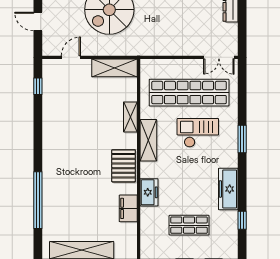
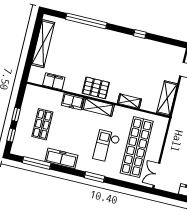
window: (38, 86) -> (140, 34), moved
checkout: (198, 133) -> (107, 146), turned 180
shelving: (148, 140) -> (98, 107), moved
filing cabinet: (128, 208) -> (54, 81), moved
window: (242, 220) -> (37, 163), width x2.17

